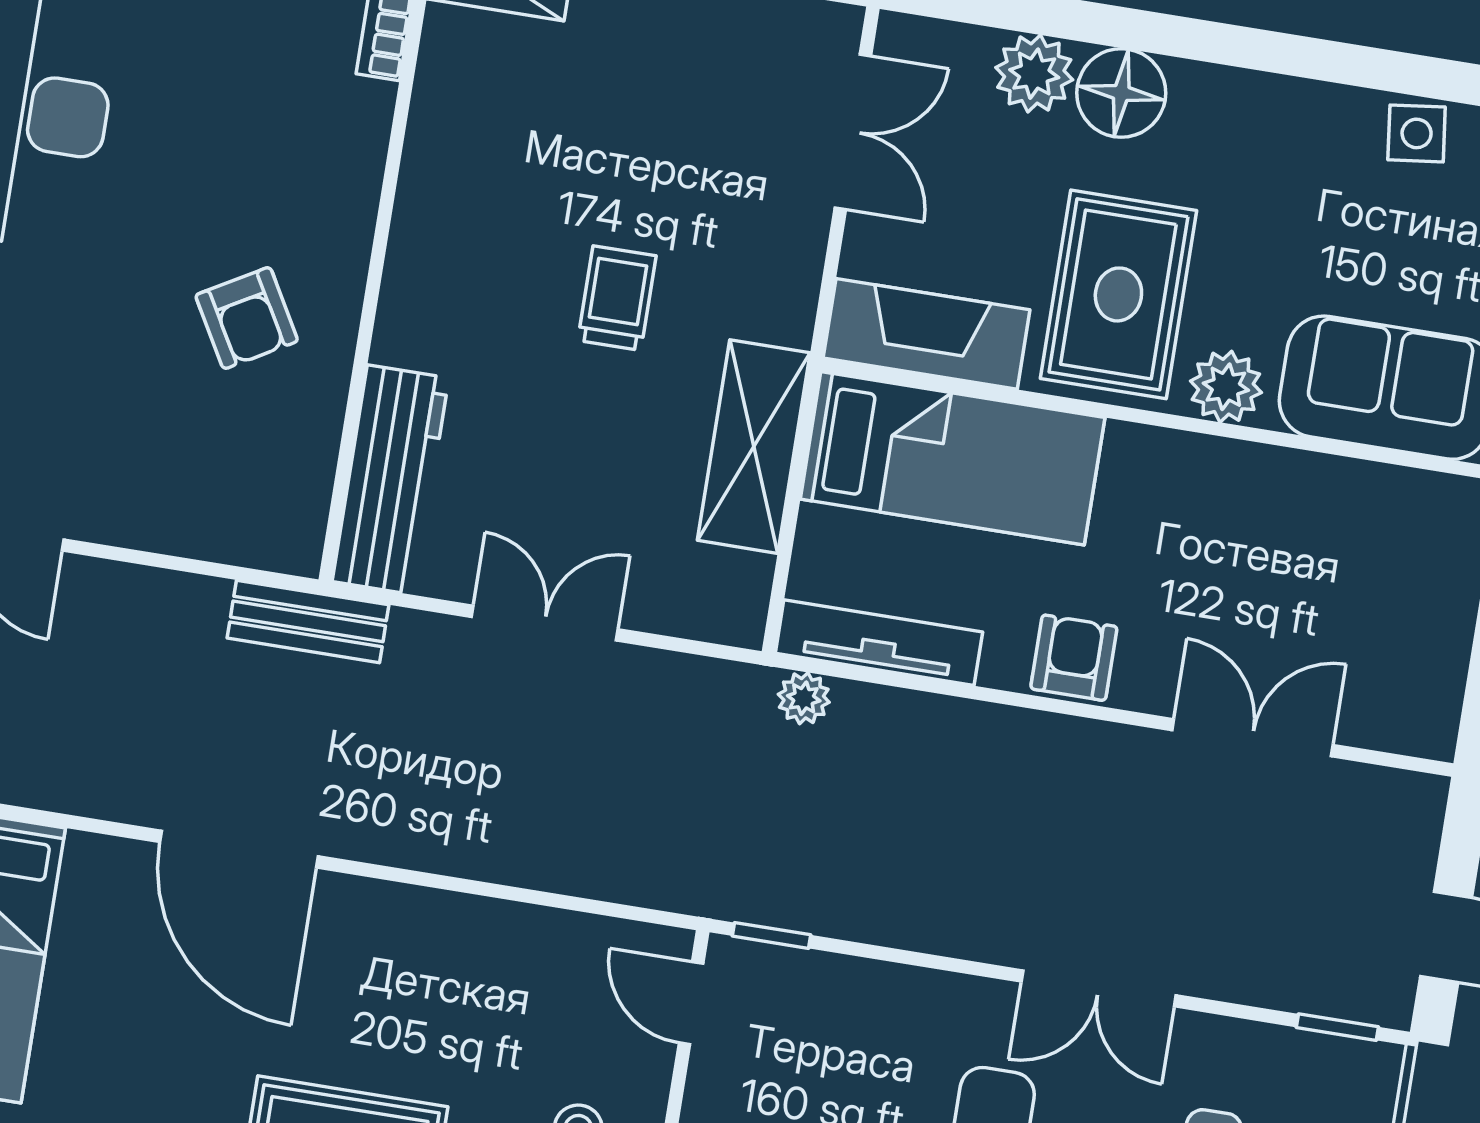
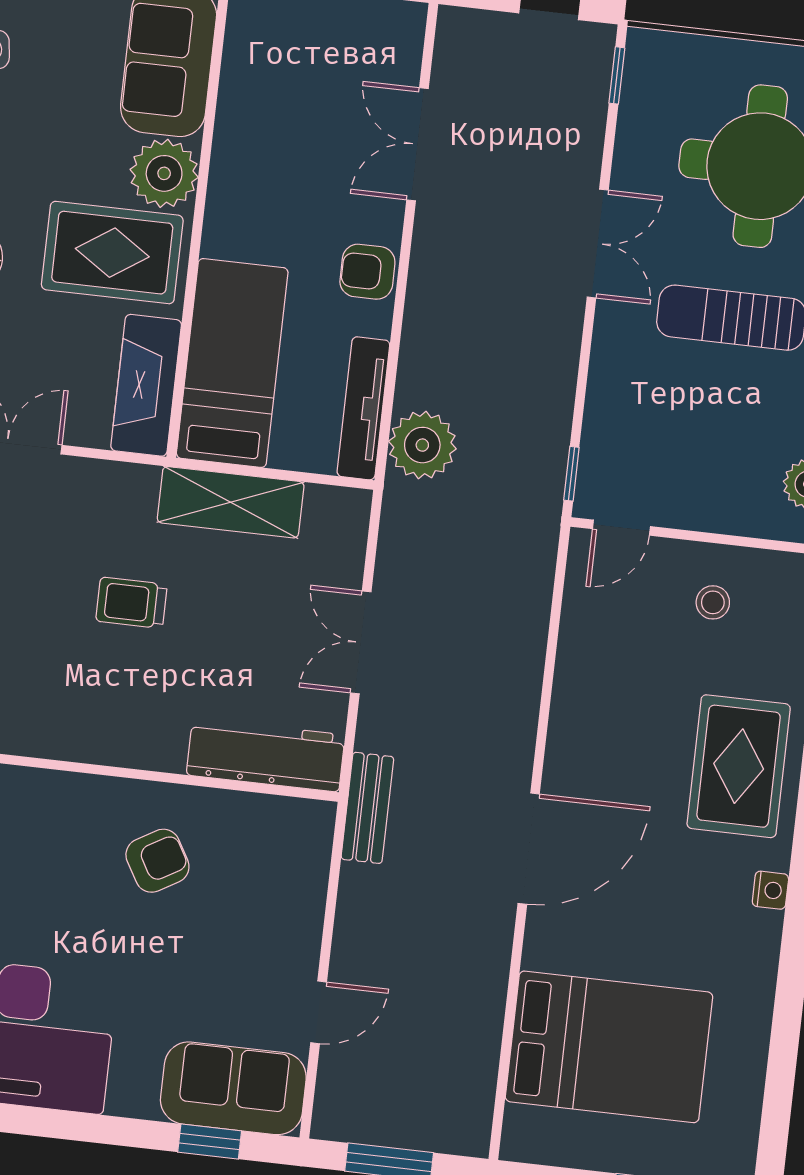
plant: (1226, 387) -> (164, 173), width x1.36, depth x1.36
plant: (804, 698) -> (422, 445), width x1.88, depth x1.88

